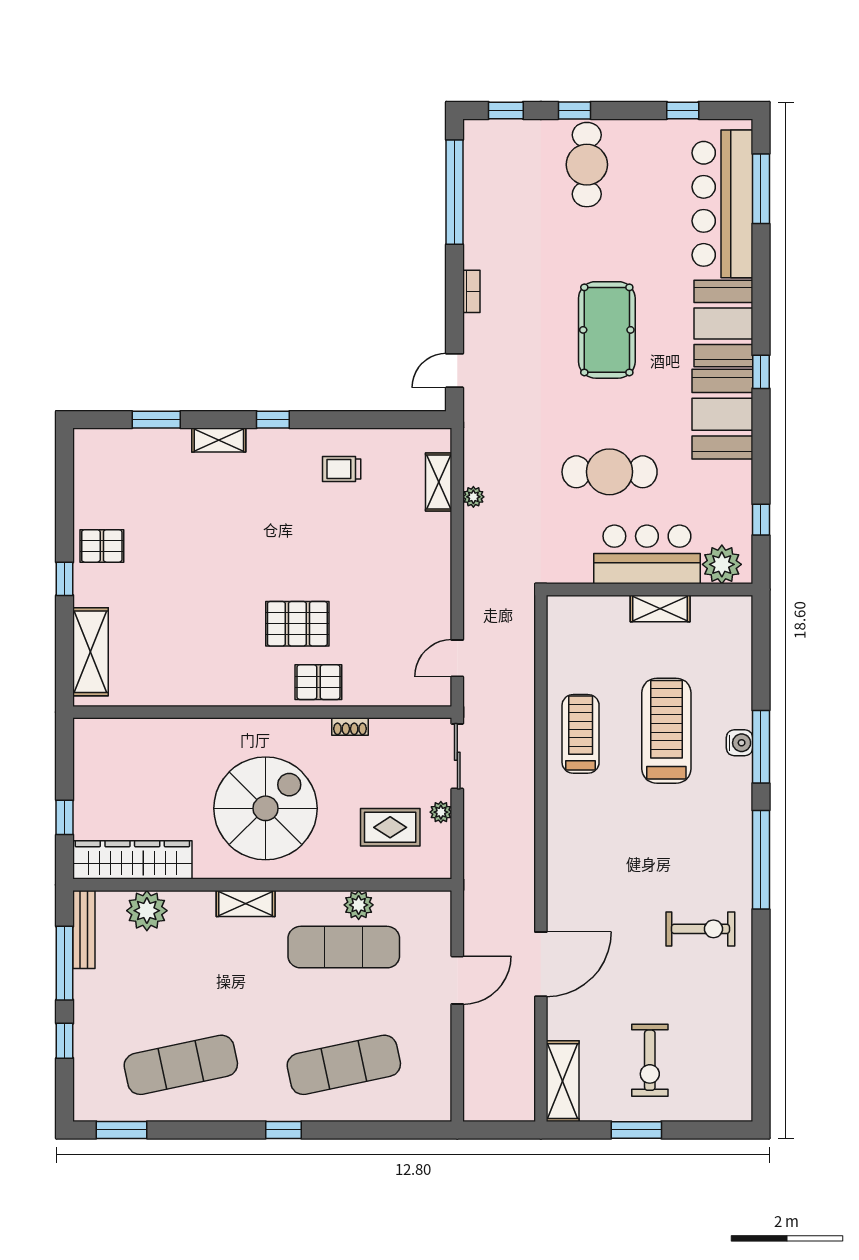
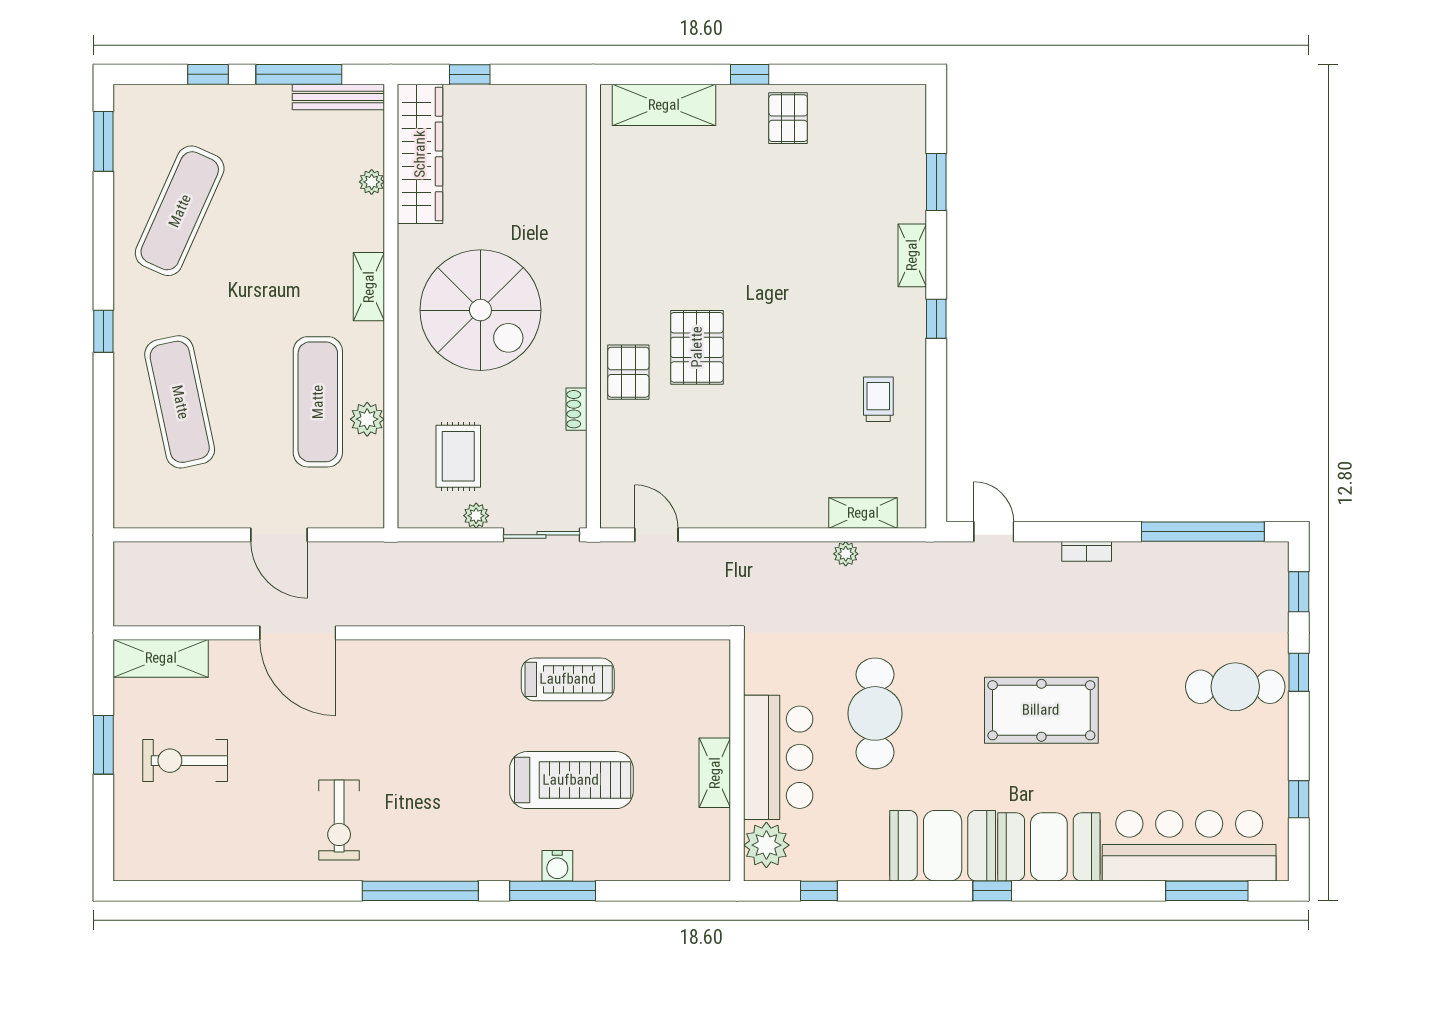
plant: (147, 911) -> (372, 182), width x0.53, depth x0.53
exercise mat: (181, 1065) -> (180, 211), turned 36

